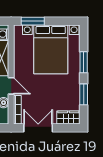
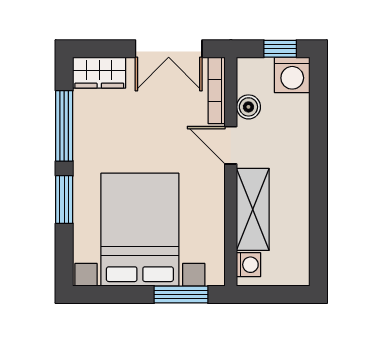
window: (84, 94) -> (64, 126), width x1.44

